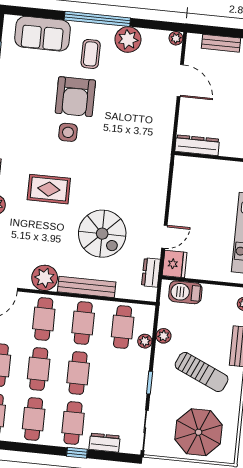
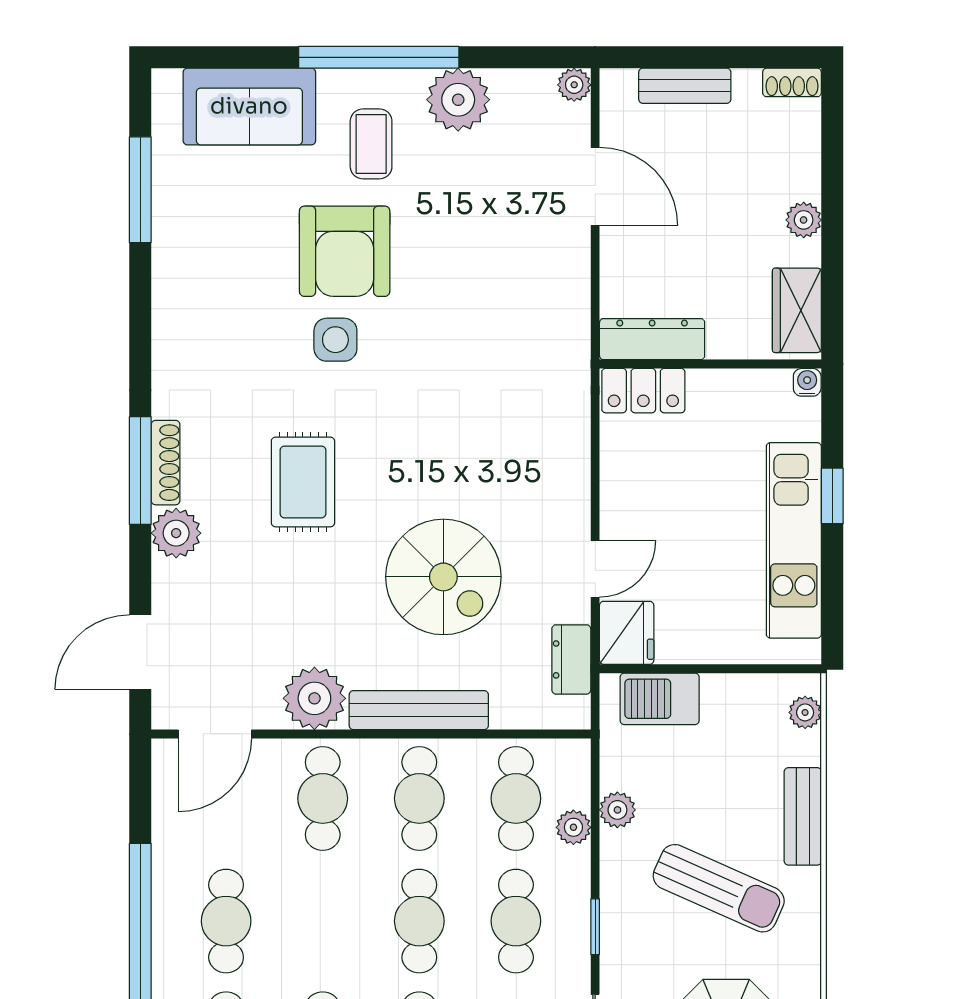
locker: (191, 166) -> (643, 391), added
rug: (49, 189) -> (303, 482), turned 90
cafe table: (39, 369) -> (516, 921), moved

